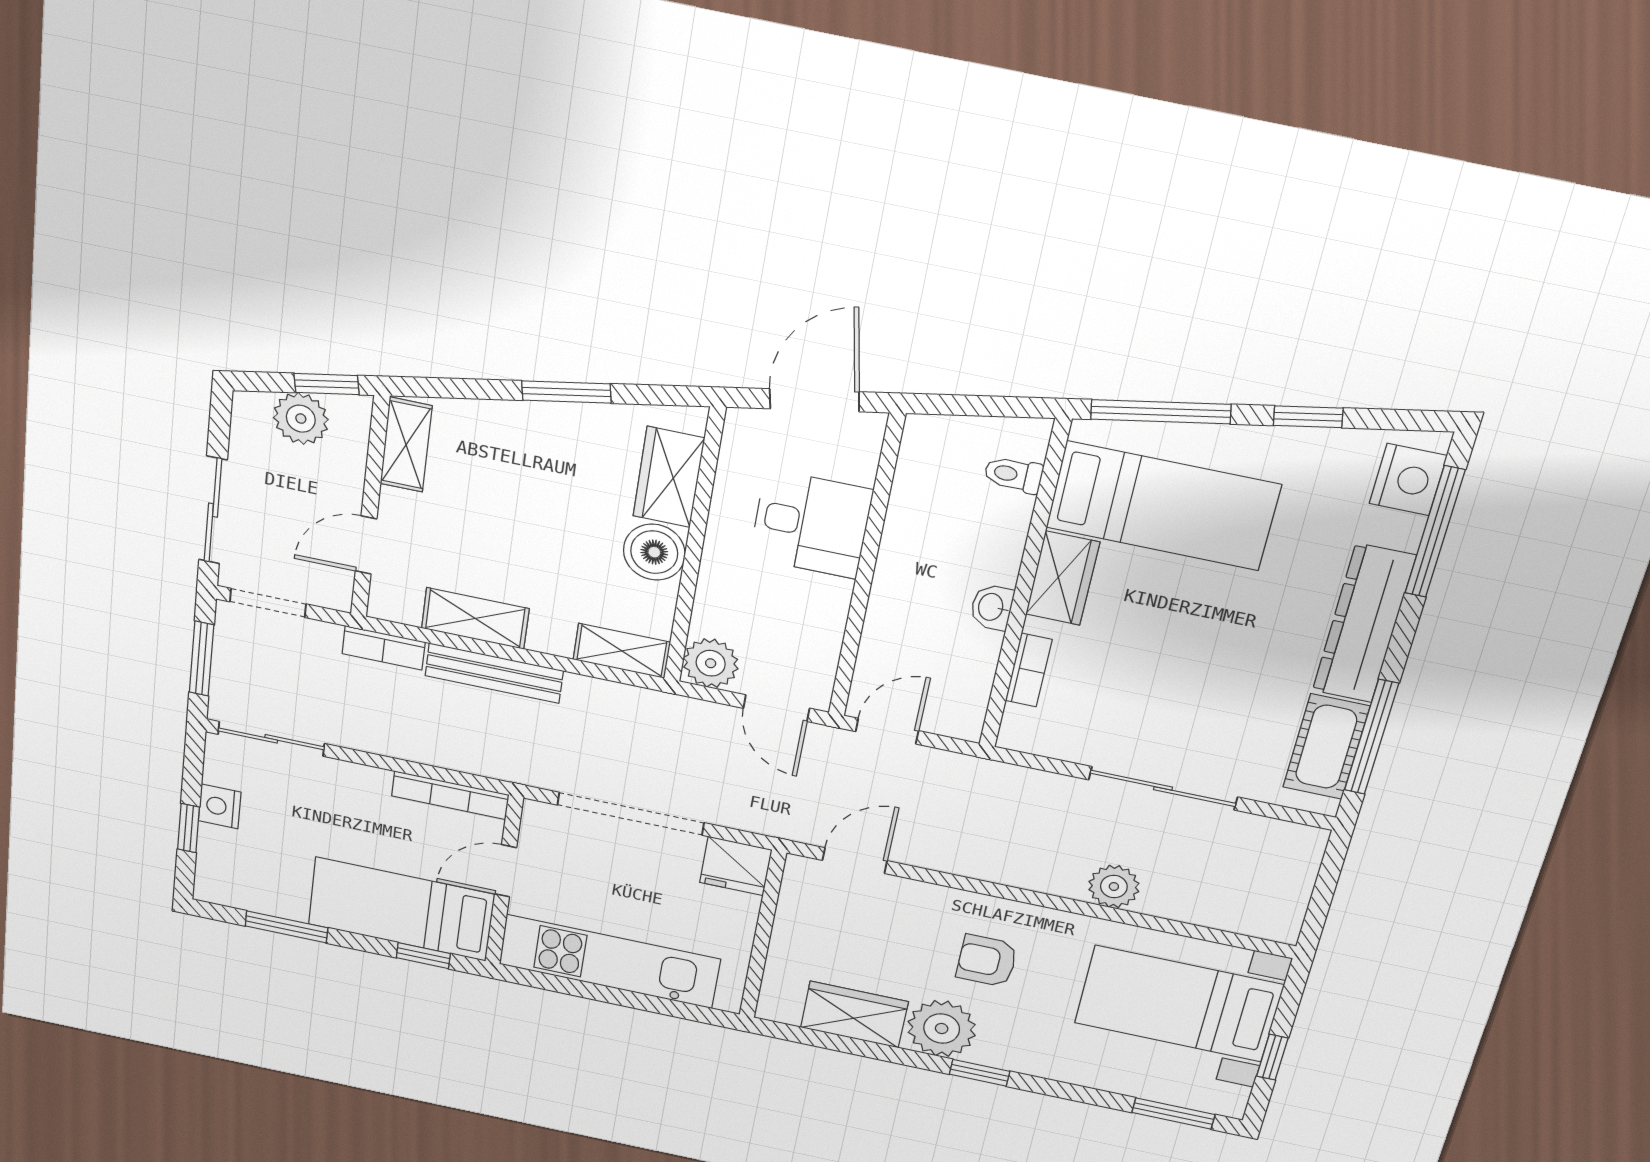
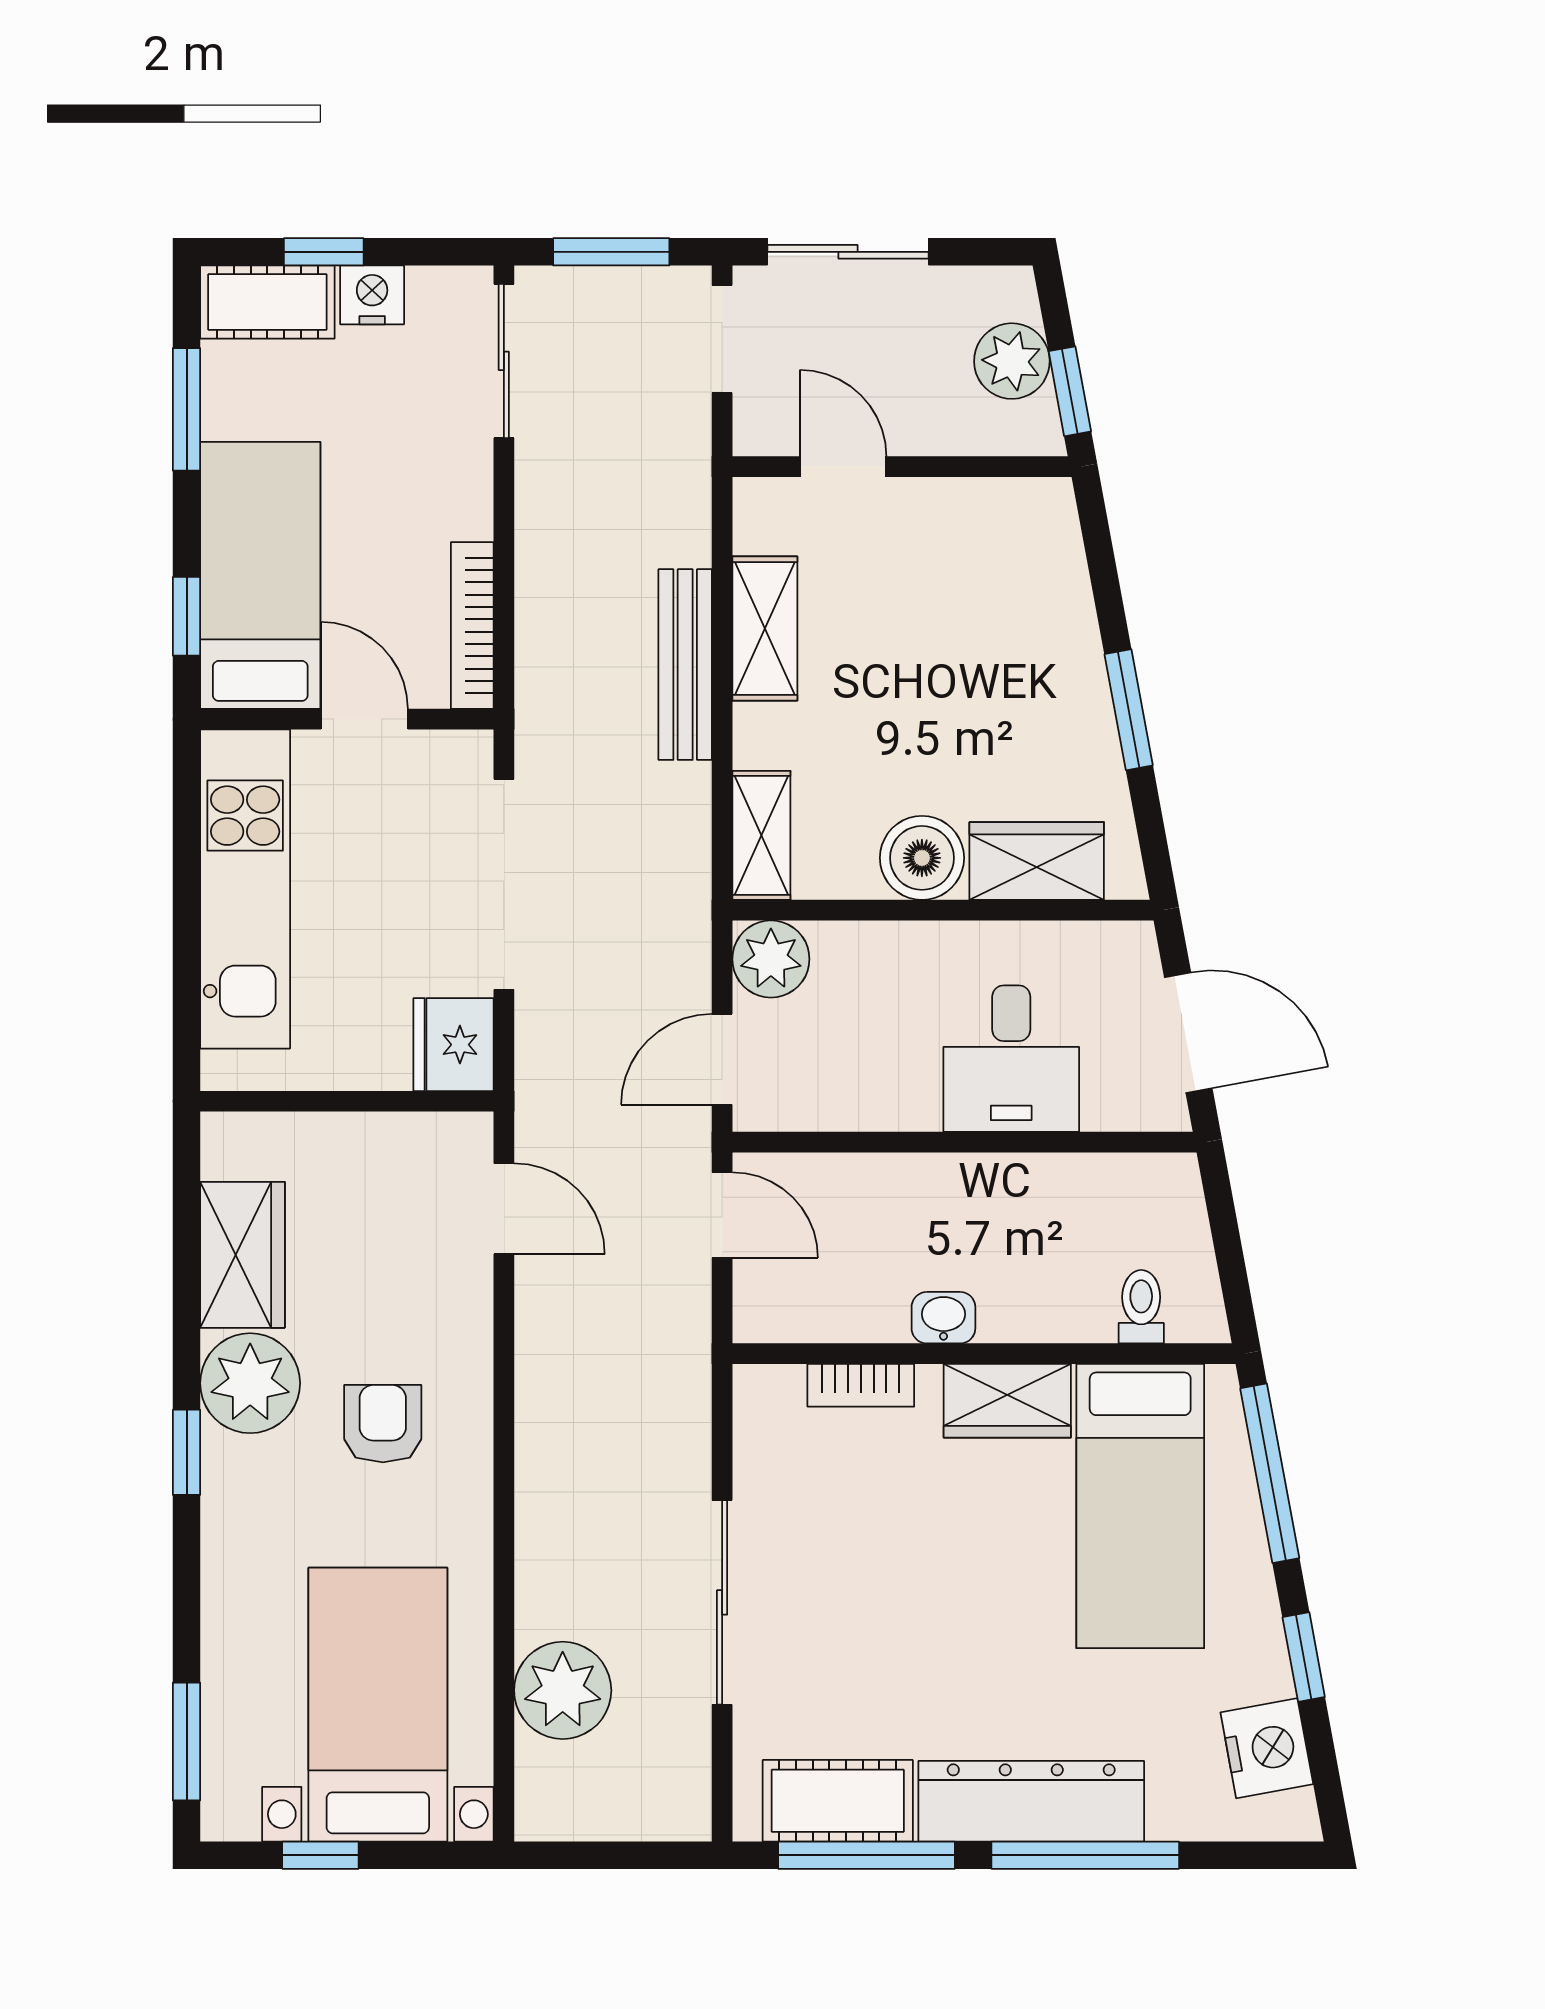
shelving: (406, 445) -> (1005, 506), removed
nightstand: (1408, 480) -> (1267, 1748), moved, turned -100
window: (1435, 532) -> (1085, 1855), moved
bookcase: (384, 648) -> (689, 507), removed
cot: (219, 867) -> (267, 302), added
plant: (1114, 887) -> (563, 1690), moved, width x1.36, depth x1.36

